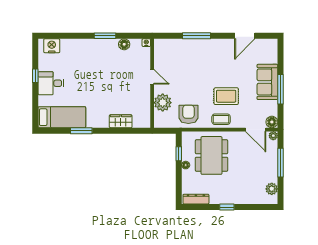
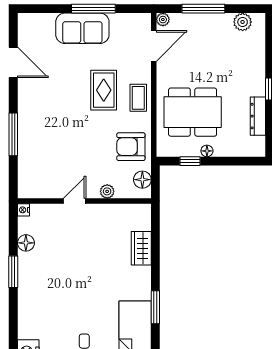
plant: (163, 103) -> (107, 191), width x0.53, depth x0.53
floor lamp: (272, 122) -> (142, 180), moved
dresser: (196, 199) -> (258, 116), moved

